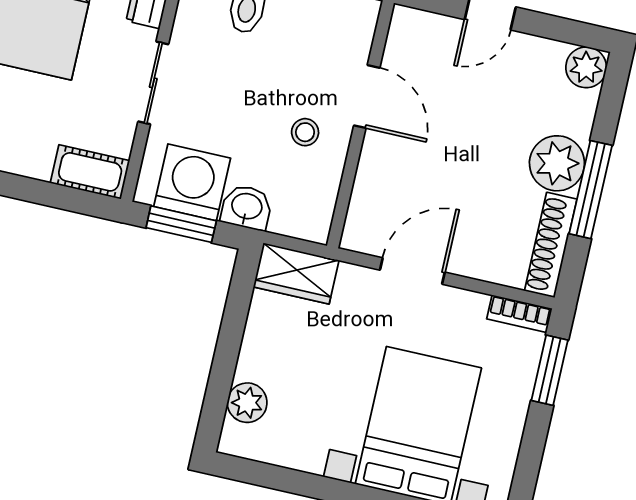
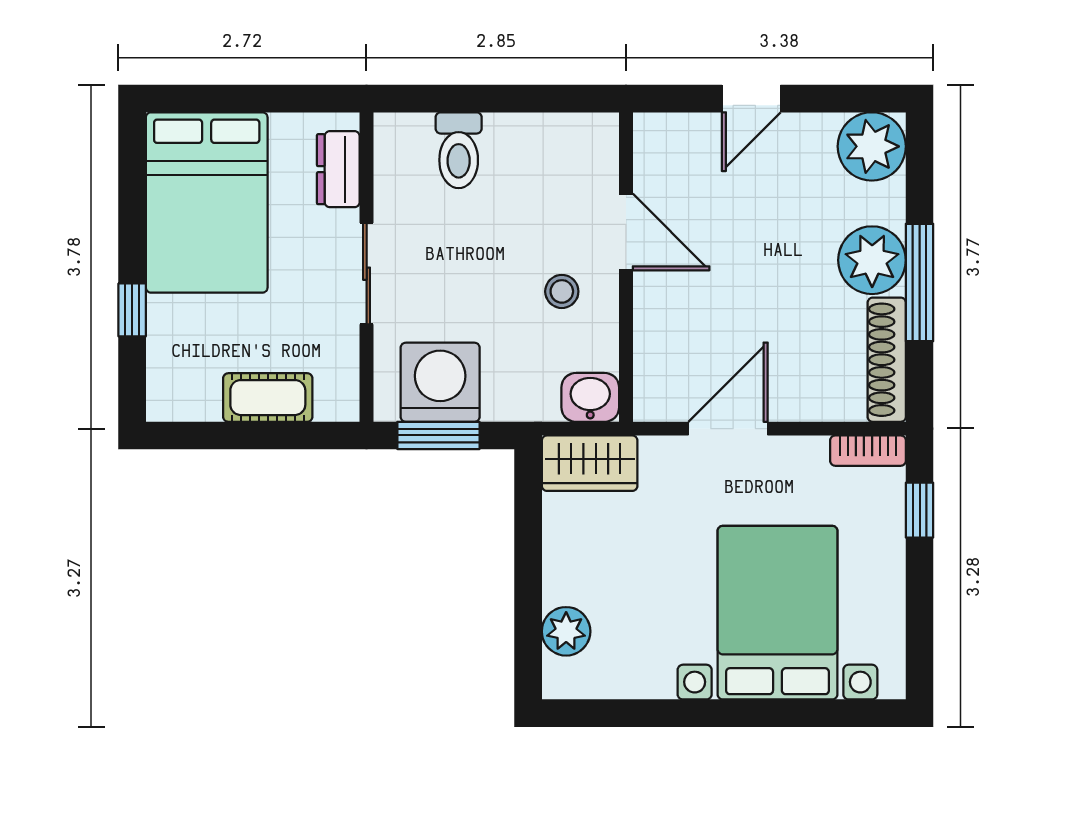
plant: (586, 67) -> (872, 146), width x1.36, depth x1.36
cot: (90, 172) -> (268, 398), moved
washbasin: (247, 207) -> (590, 397), moved
window: (550, 370) -> (920, 510), width x0.67

